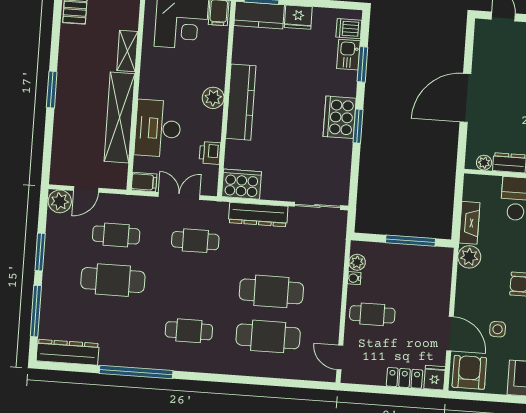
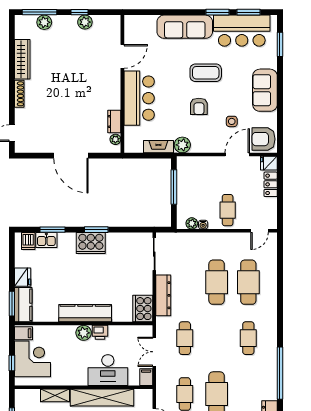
printer: (210, 153) -> (100, 332), moved

